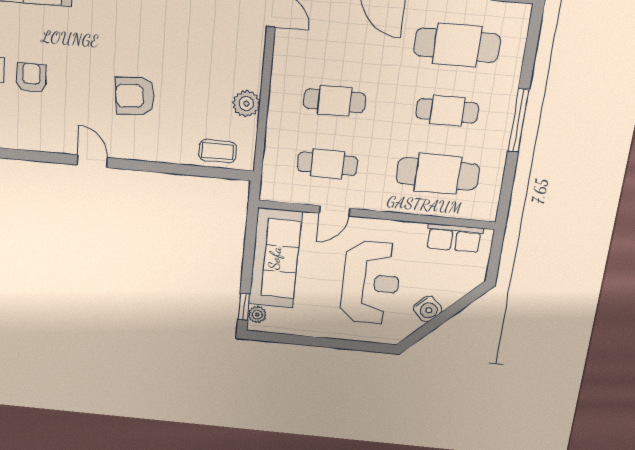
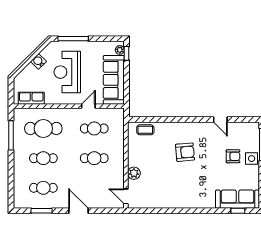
cafe table: (457, 45) -> (43, 188), width x0.73, depth x0.74
armchair: (31, 78) -> (233, 156), turned -90
plant: (246, 104) -> (134, 173), moved
window: (518, 120) -> (11, 135), moved
door: (92, 161) -> (220, 119), moved
window: (350, 345) -> (73, 39), added

